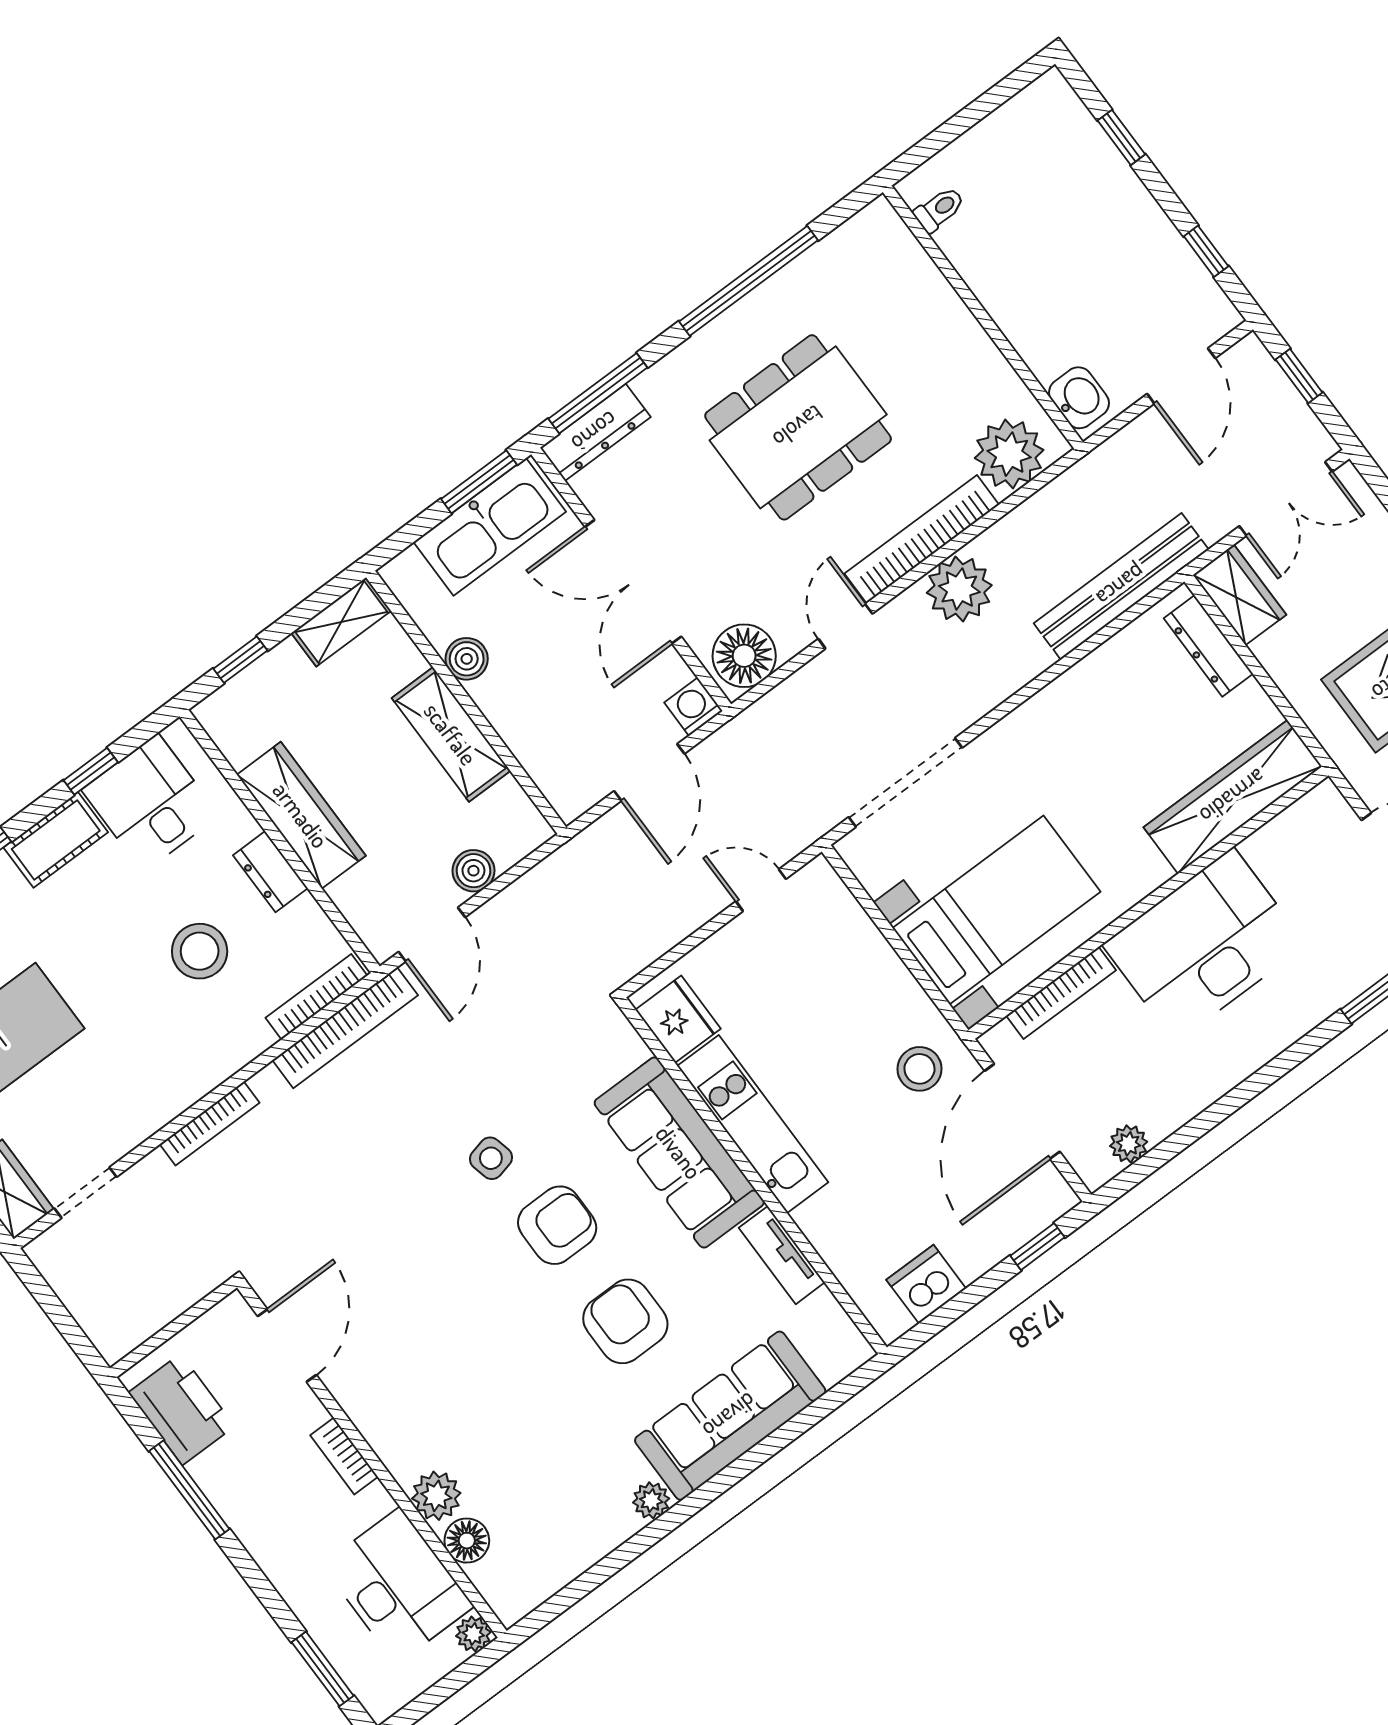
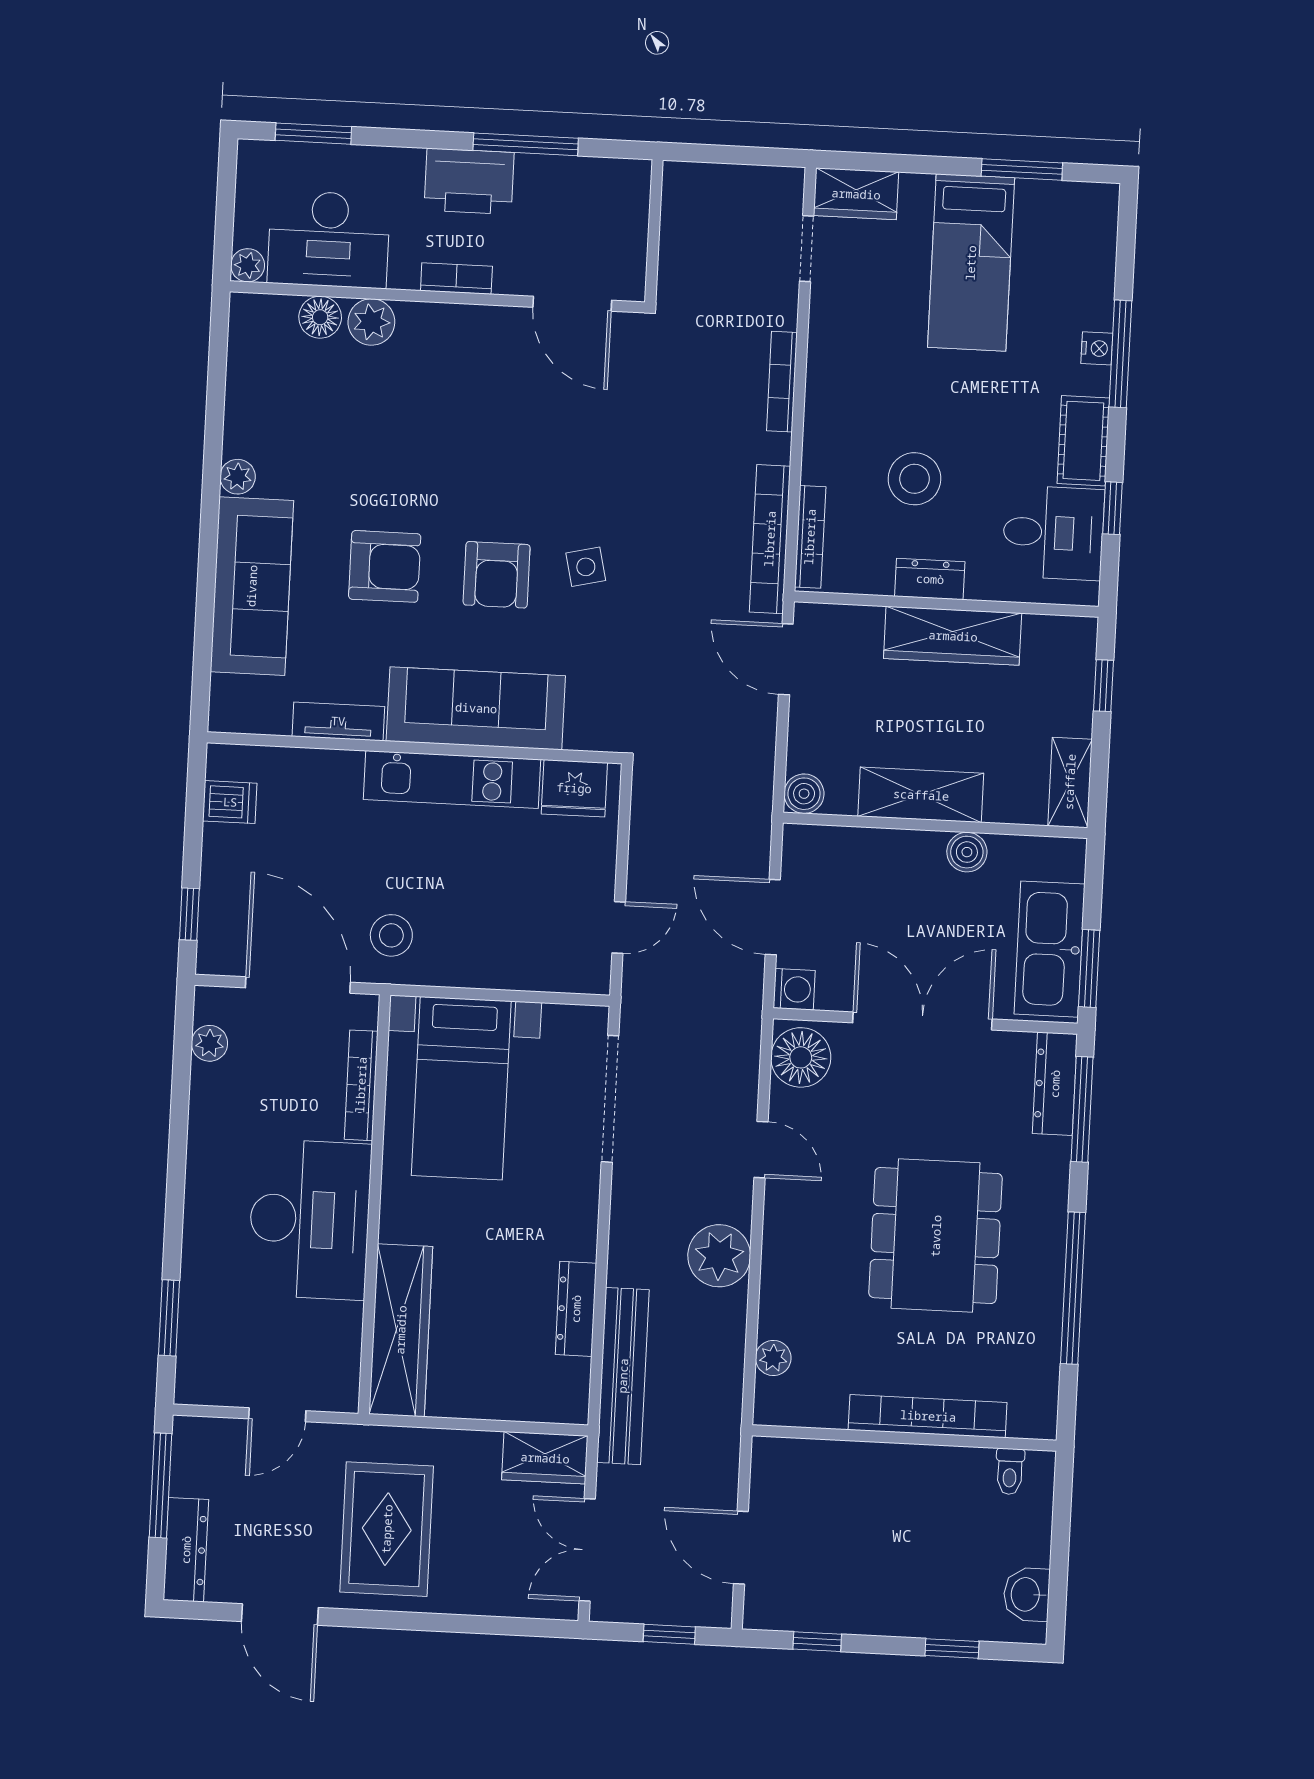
washbasin: (1079, 398) -> (1027, 1594), moved, turned 90
plant: (1009, 454) -> (773, 1358), width x0.53, depth x0.53
bookcase: (922, 539) -> (928, 1416), moved, turned -90
dresser: (1208, 646) -> (576, 1309), moved, turned -90
boiler: (473, 871) -> (804, 794), moved
dishwasher: (926, 1284) -> (230, 802), width x0.73
printer: (181, 1410) -> (469, 181), moved

